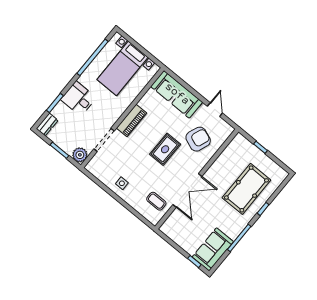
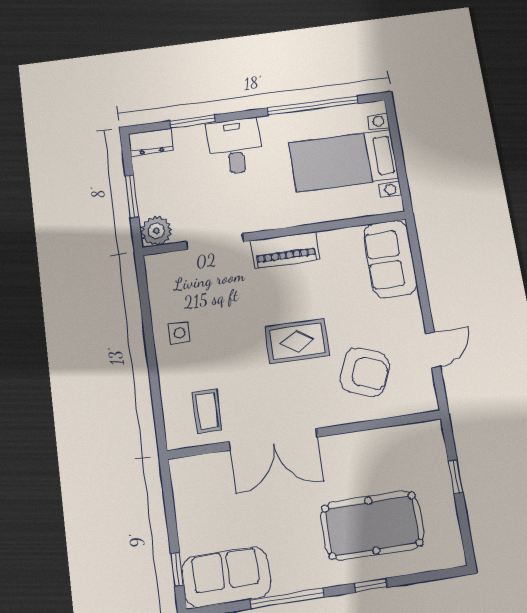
sofa: (177, 94) -> (390, 259), width x0.73

